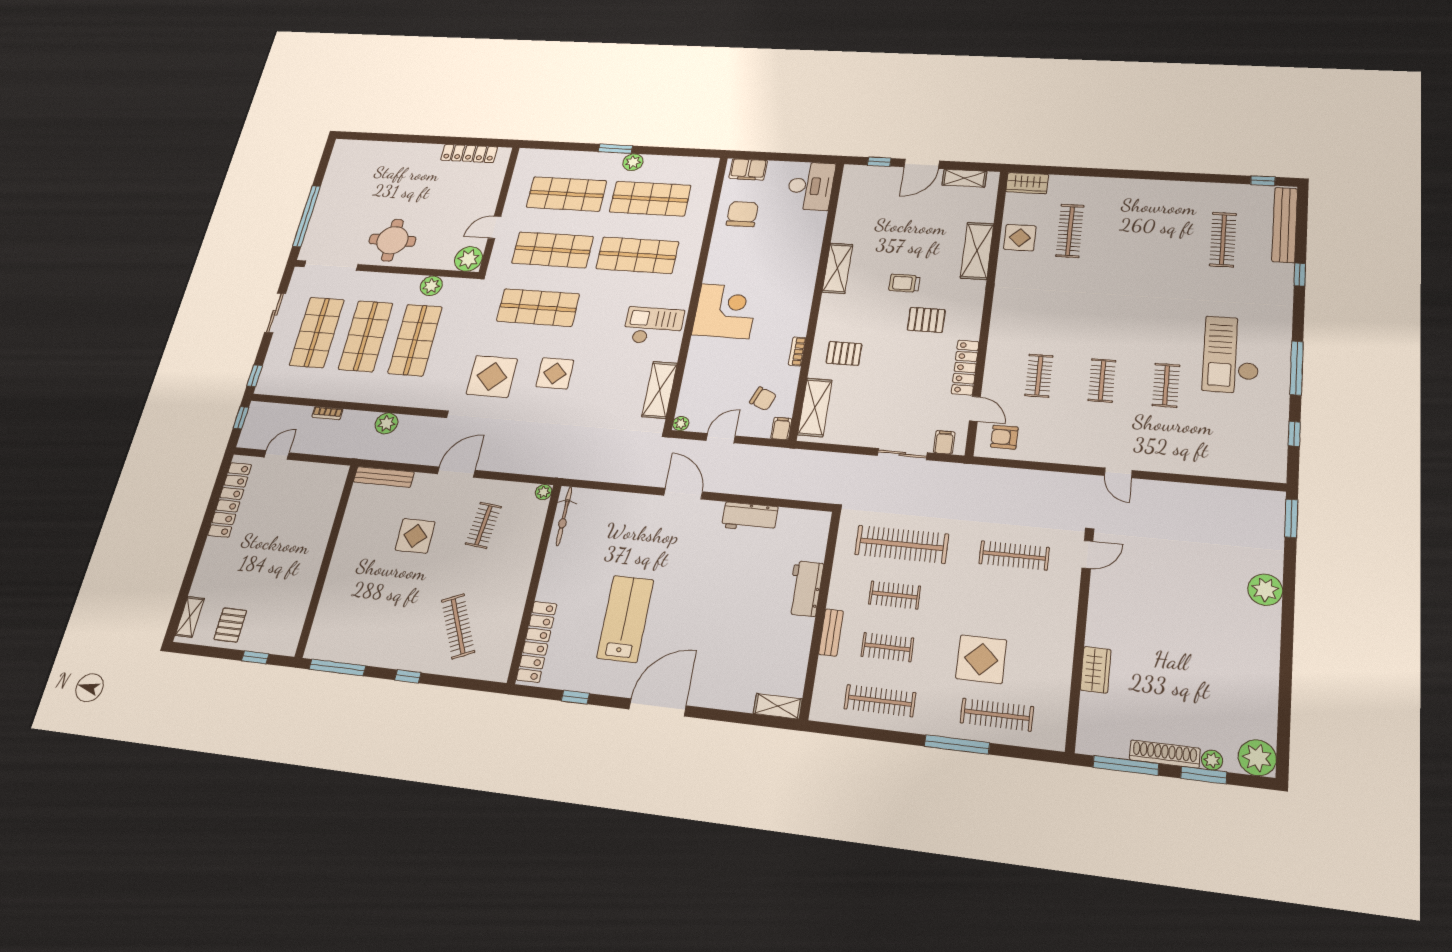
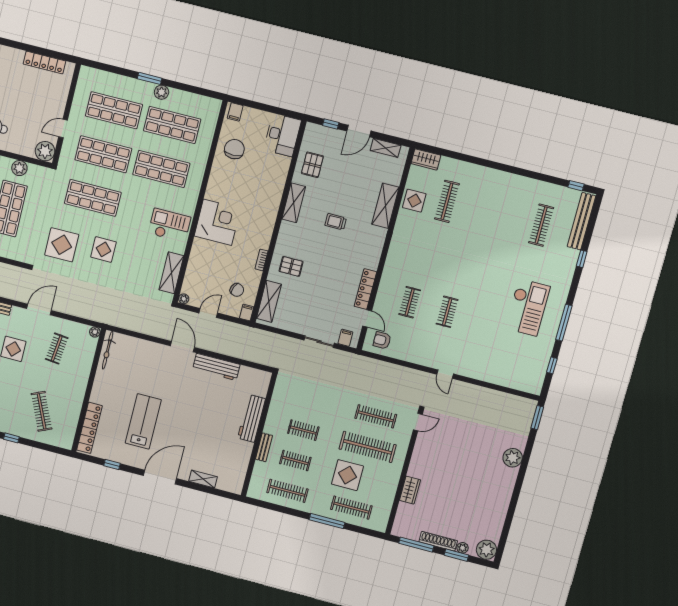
filing cabinet: (748, 169) -> (235, 112), width x0.50
pallet: (926, 320) -> (312, 165), moved, turned 90
checkout: (1231, 355) -> (528, 307), turned 180
clothes rail: (1166, 385) -> (485, 321), removed
workbench: (750, 517) -> (216, 367), width x1.38
clothes rail: (902, 544) -> (368, 447), moved
workbench: (805, 589) -> (252, 418), width x1.38
shelving: (778, 706) -> (203, 479), moved

